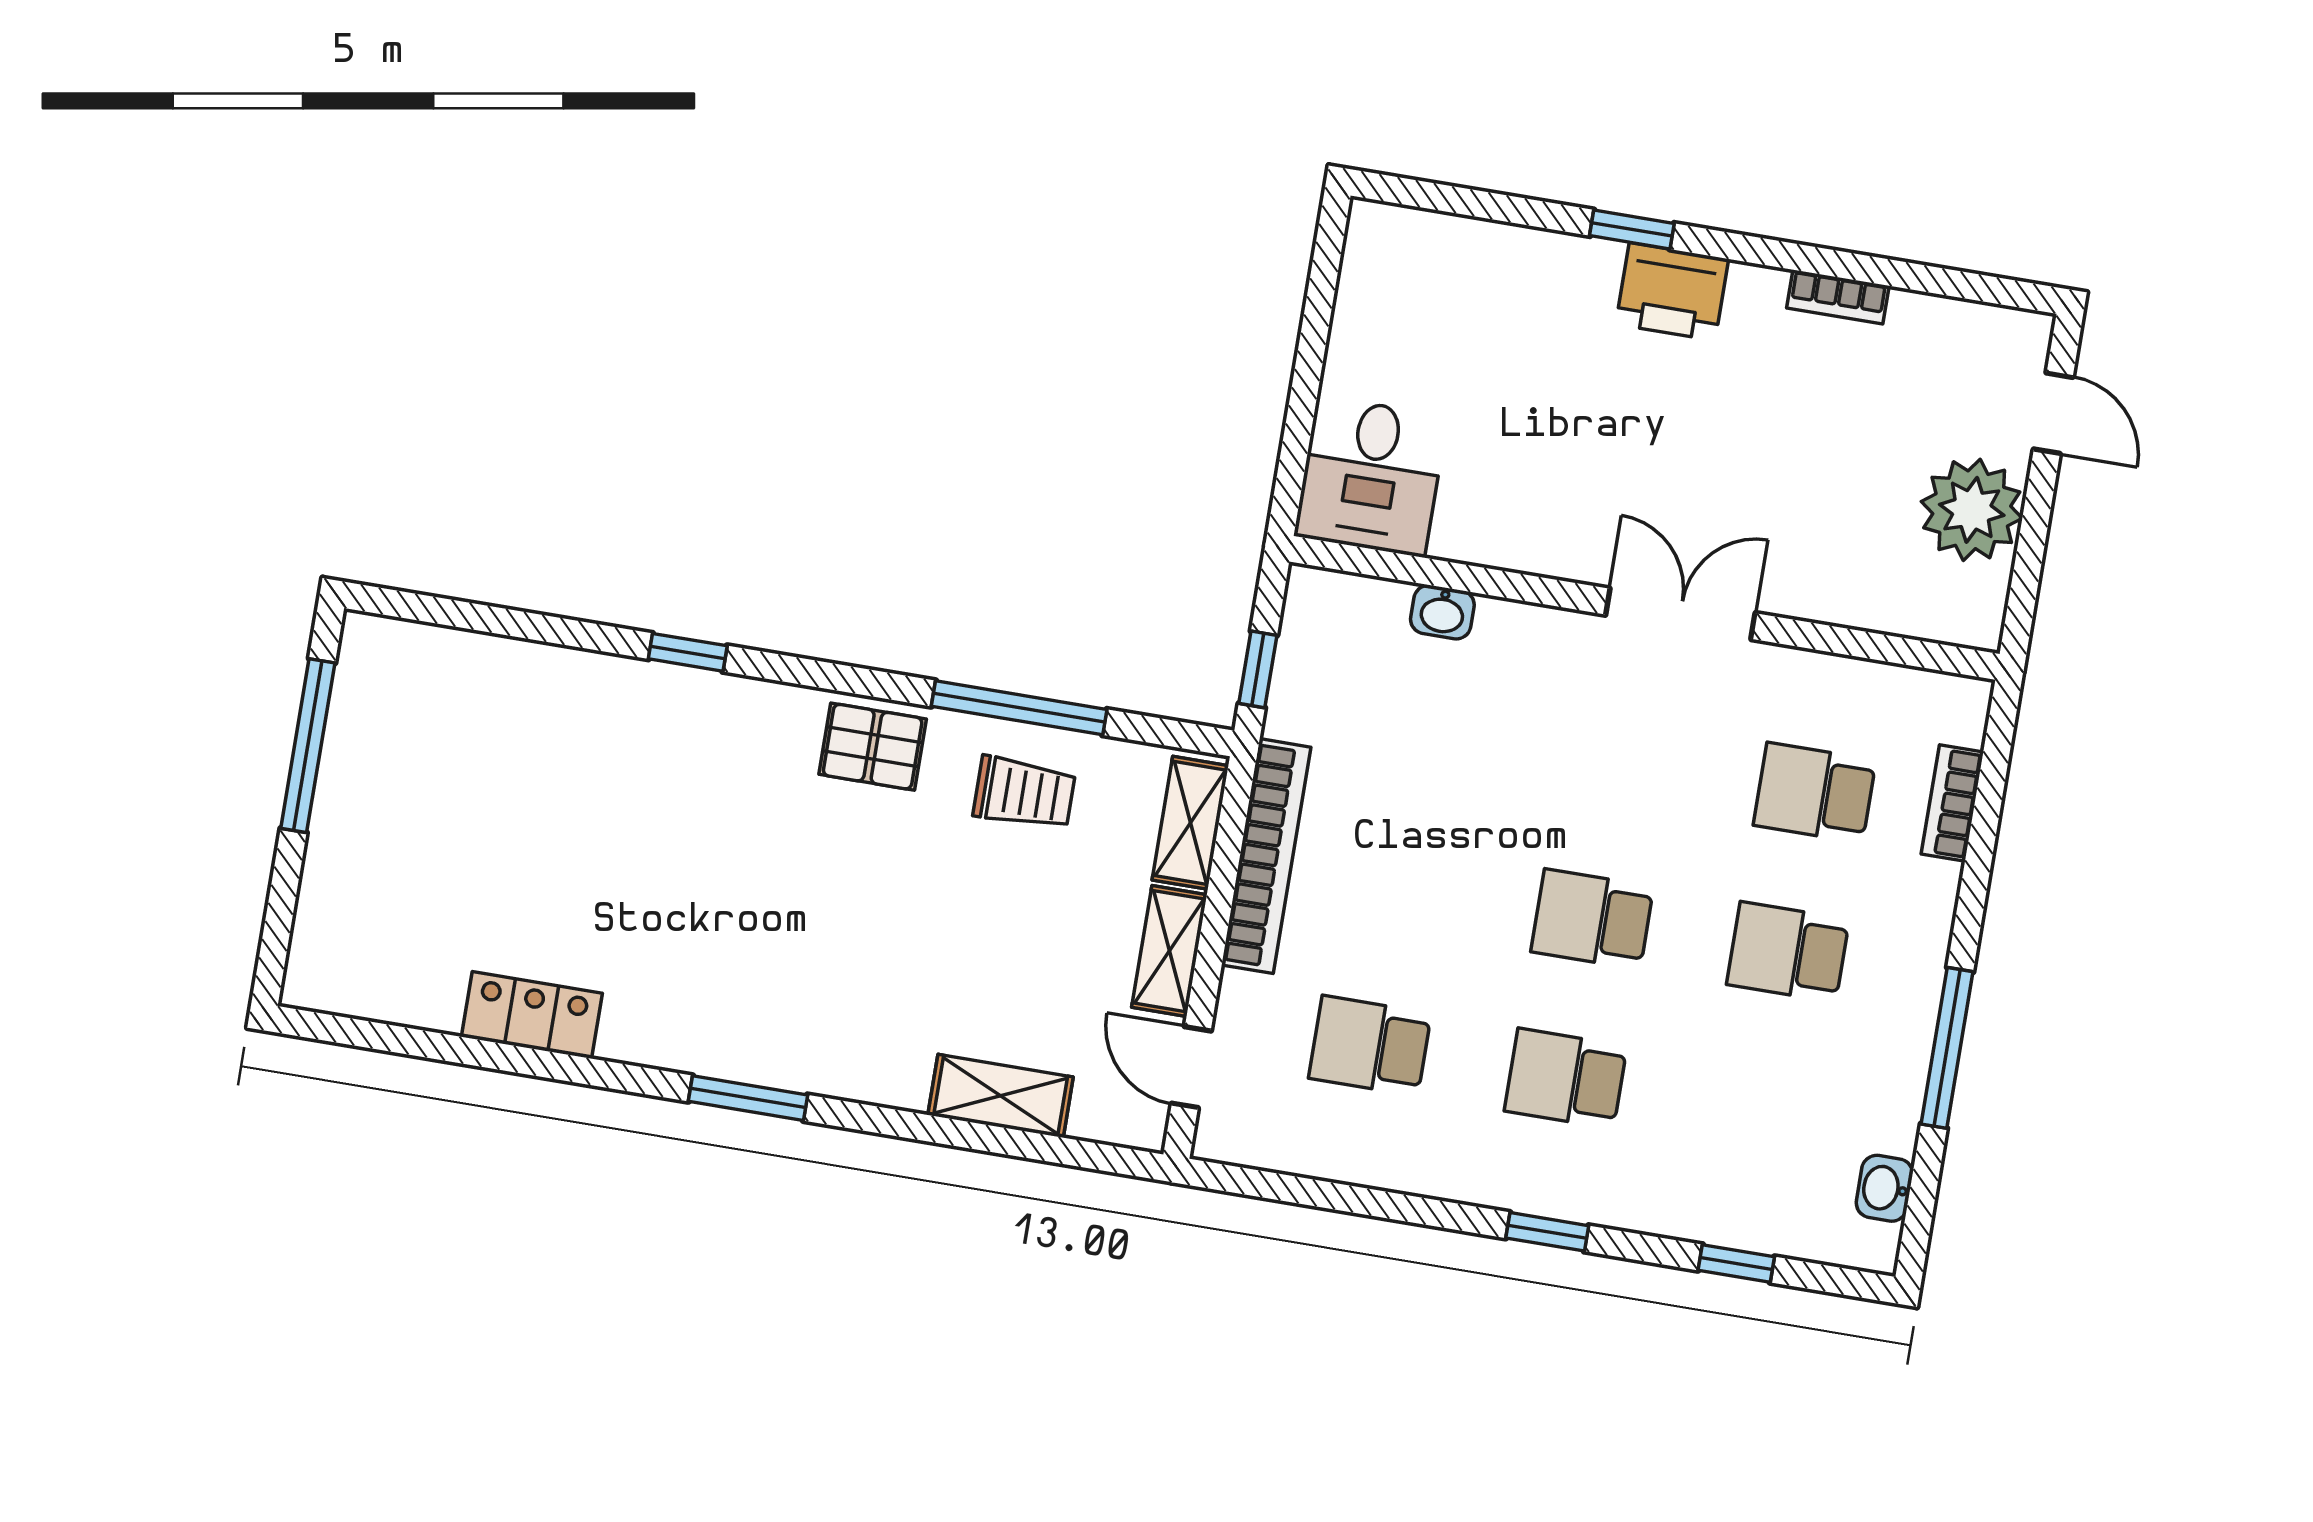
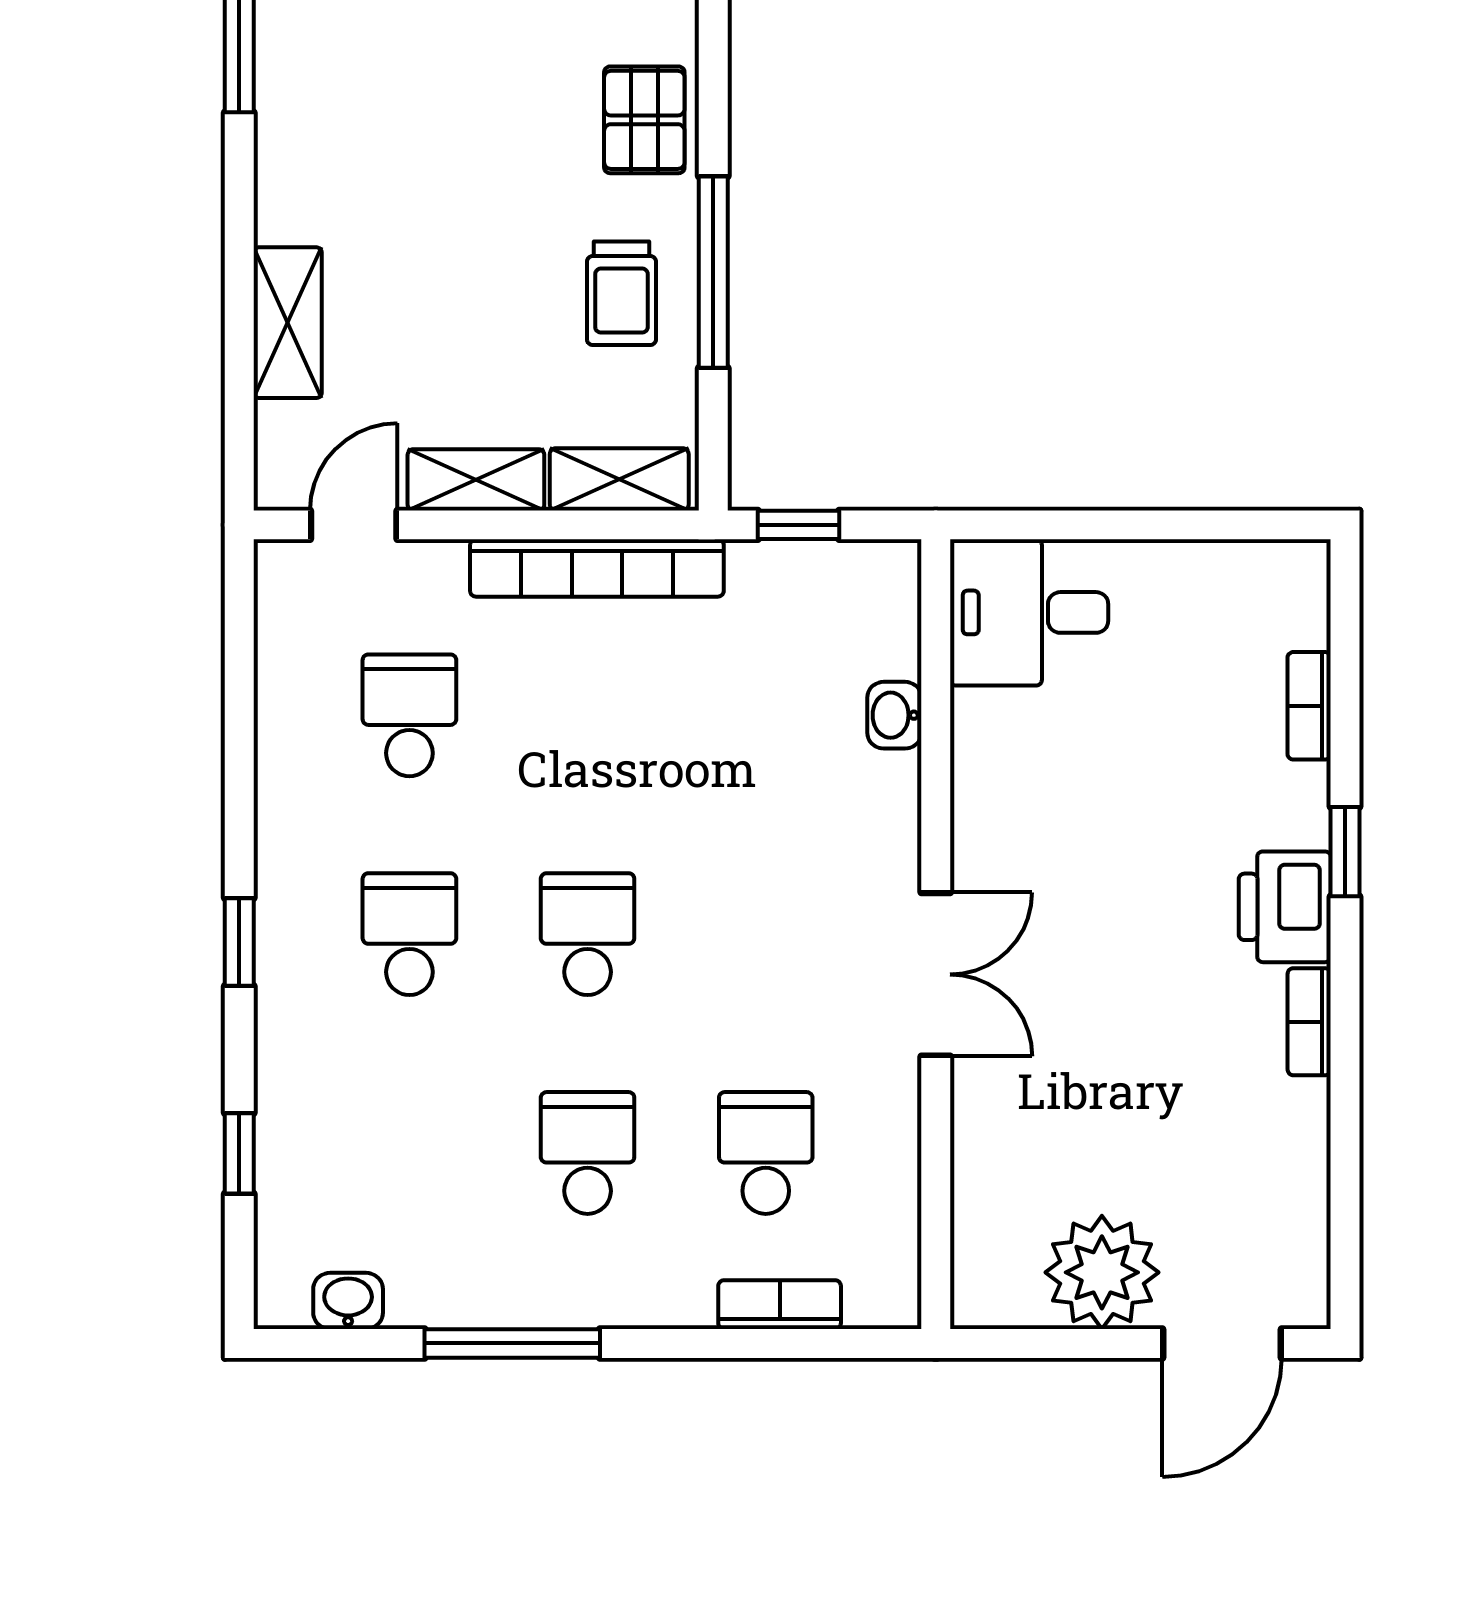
bookcase: (1496, 240) -> (1309, 706), added
bookcase: (1838, 297) -> (1309, 1022), moved
door: (2053, 413) -> (1222, 1343), width x1.38

